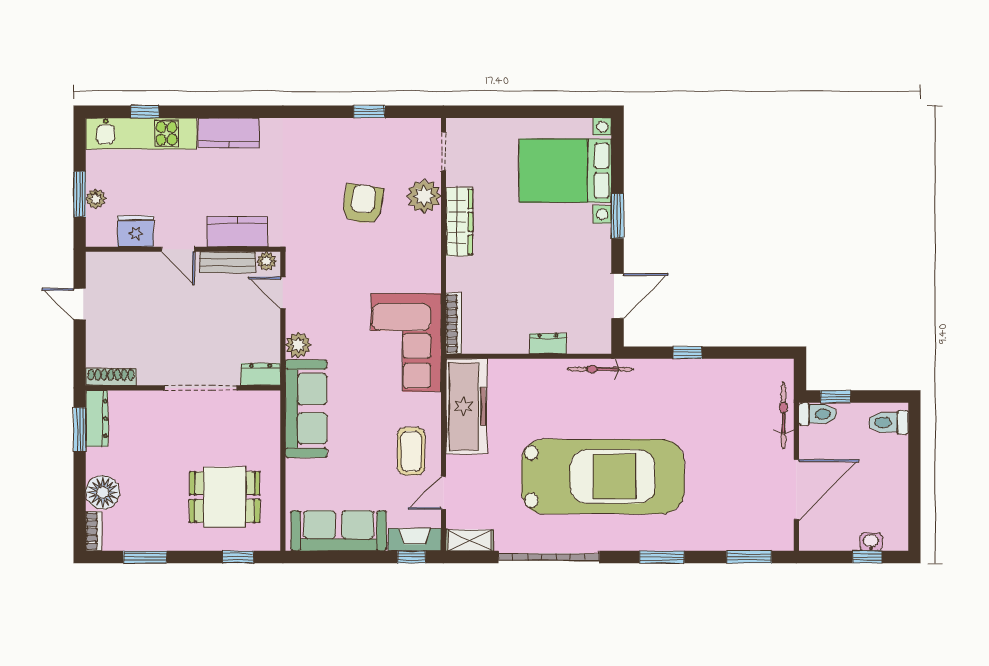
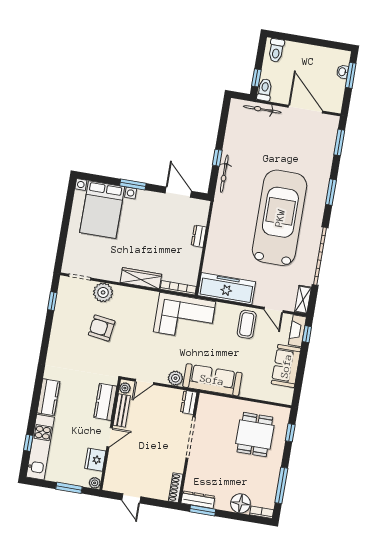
window: (369, 112) -> (52, 301), moved
plant: (96, 199) -> (95, 483), moved
wardrobe: (459, 222) -> (141, 278), moved
door: (80, 304) -> (131, 498), hinge flipped
bicycle: (600, 369) -> (224, 174), moved
coffee table: (411, 451) -> (247, 324), turned 90
sofa: (339, 531) -> (286, 366), width x0.73
window: (145, 557) -> (281, 485), width x1.44
window: (867, 557) -> (351, 75), width x1.50

